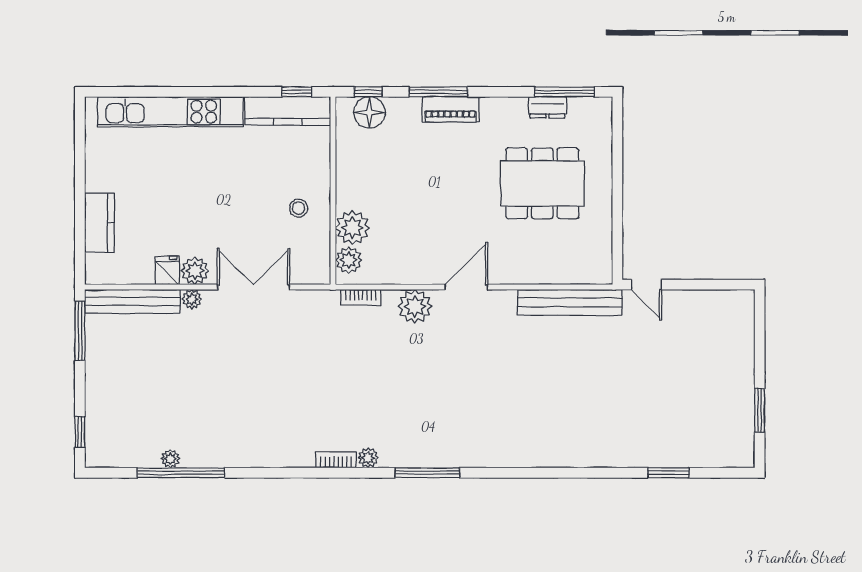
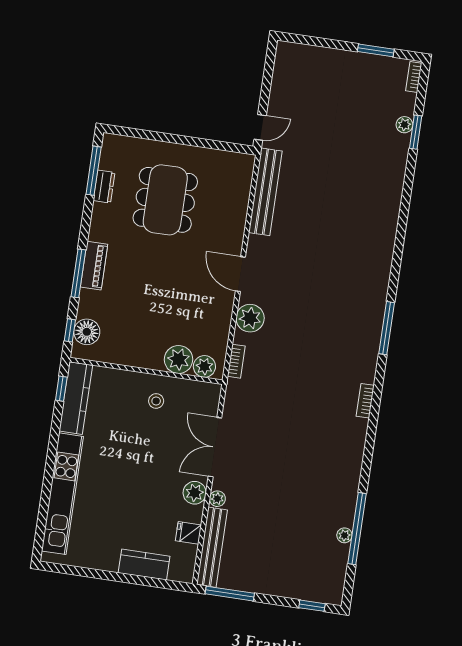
fridge: (167, 270) -> (188, 533), moved
plant: (368, 458) -> (404, 125), moved
bookcase: (734, 461) -> (414, 77), added

